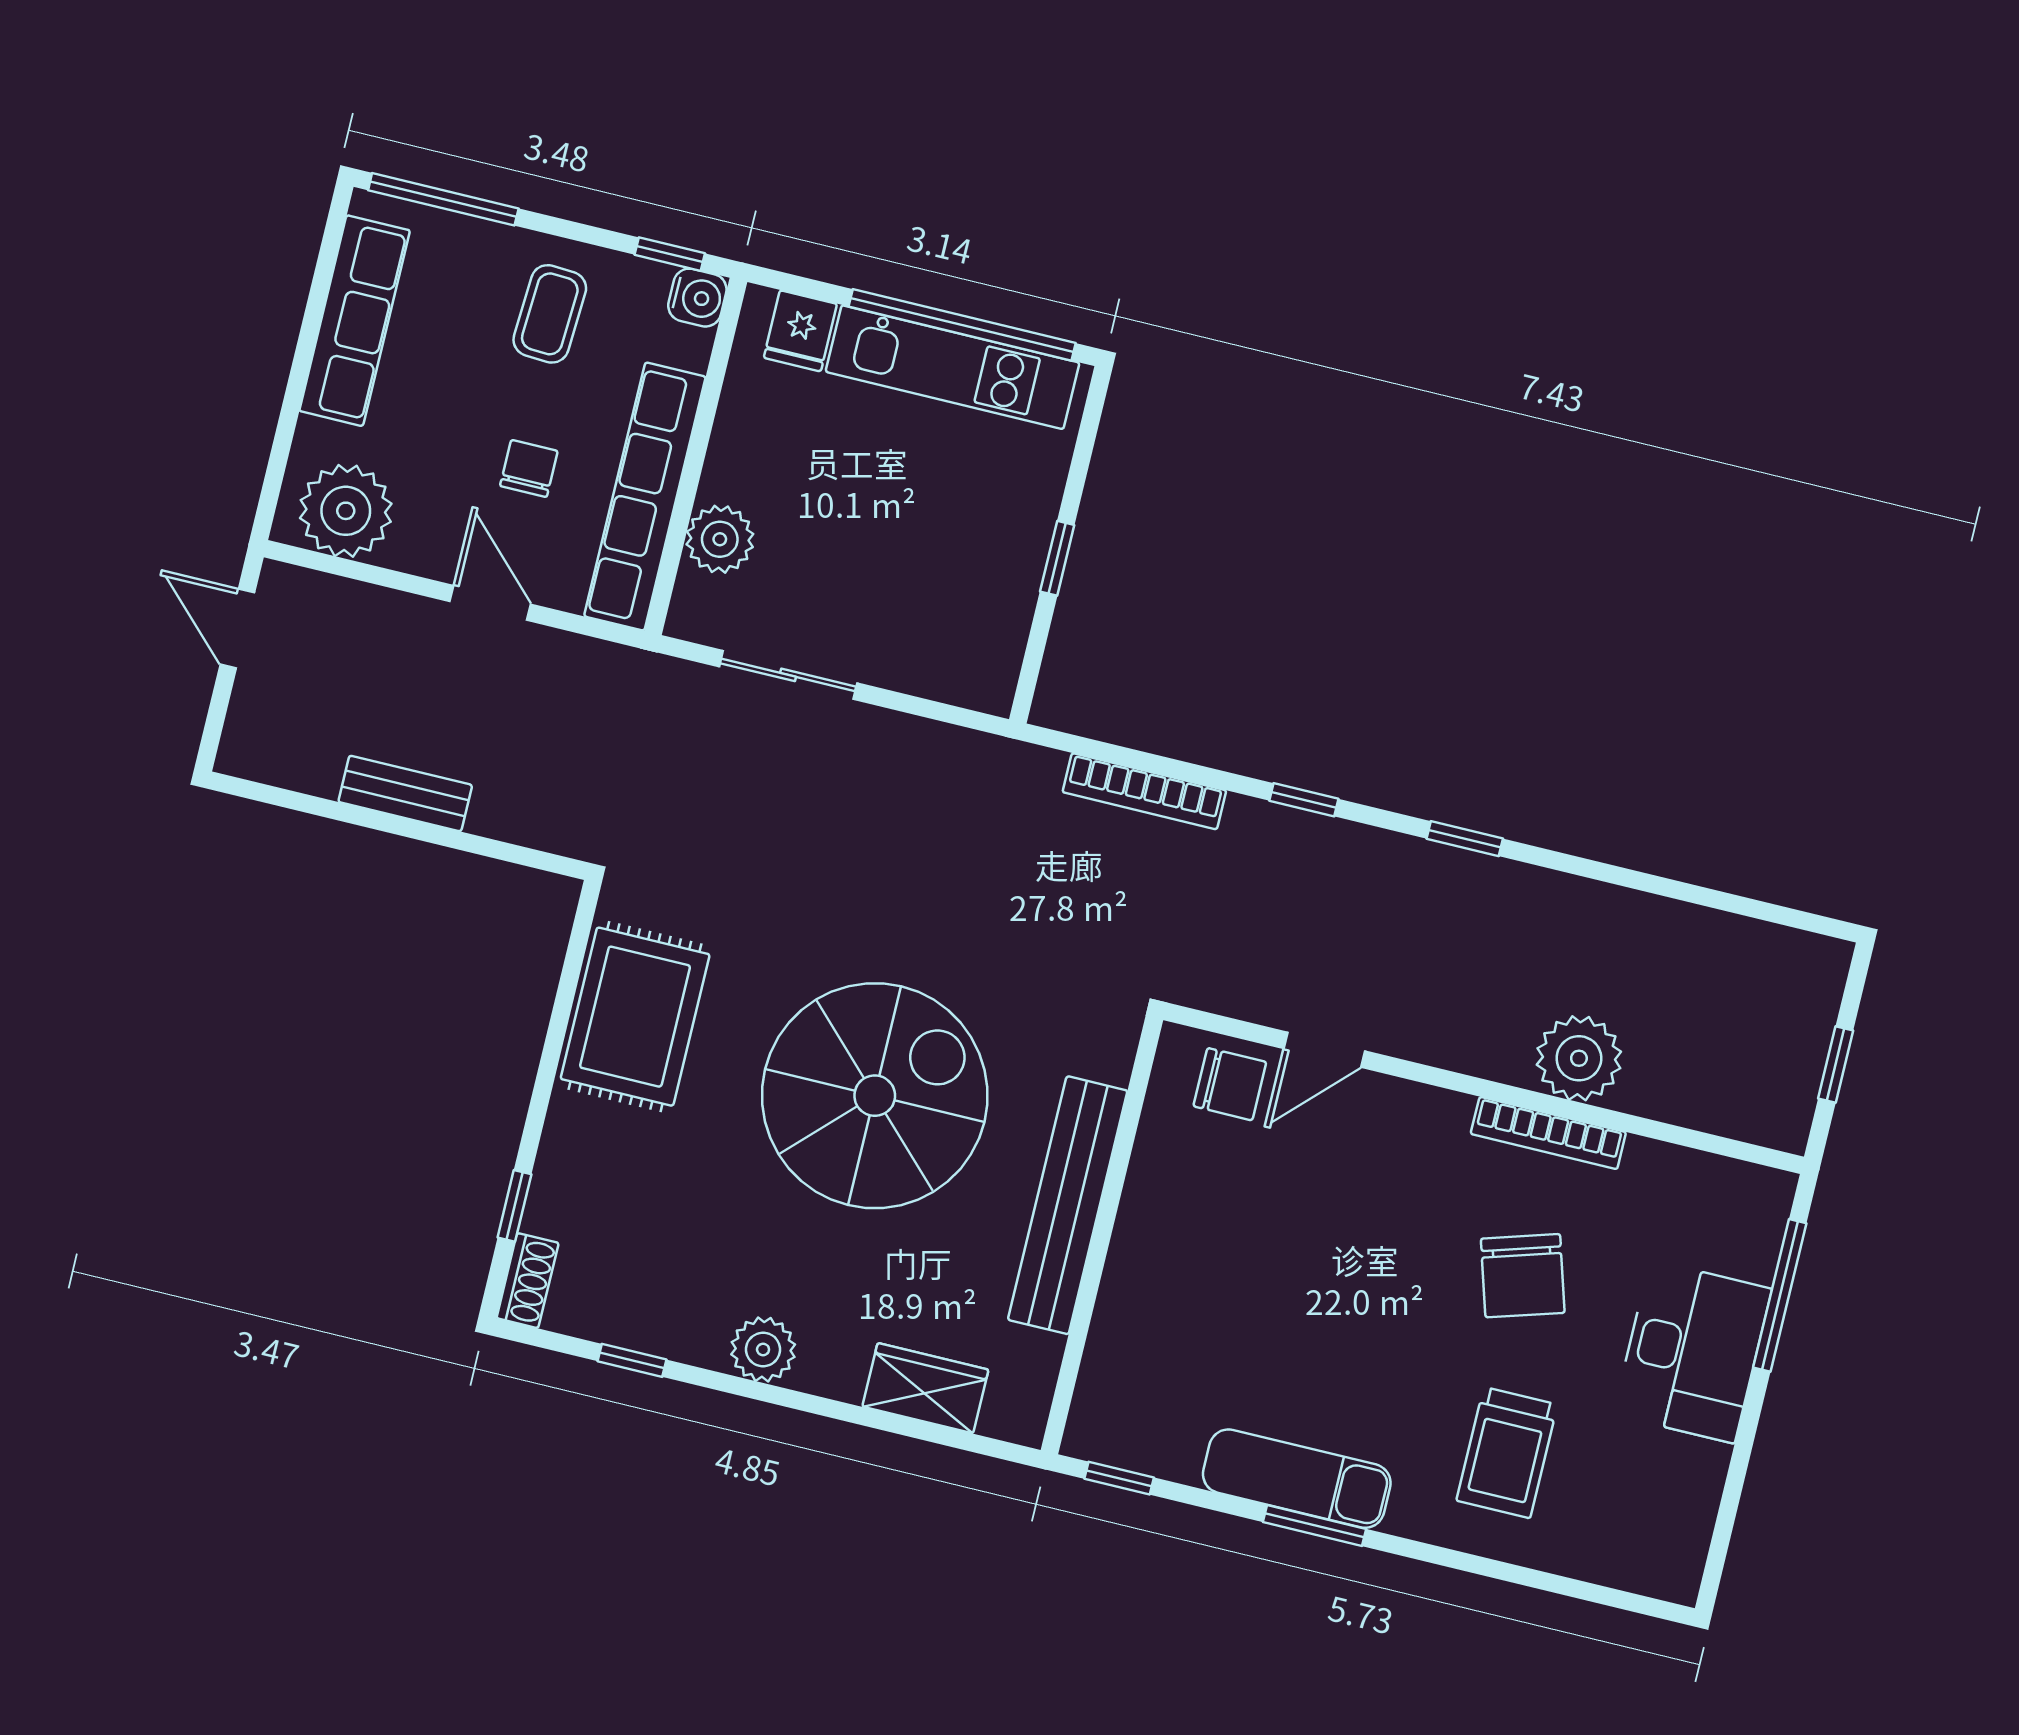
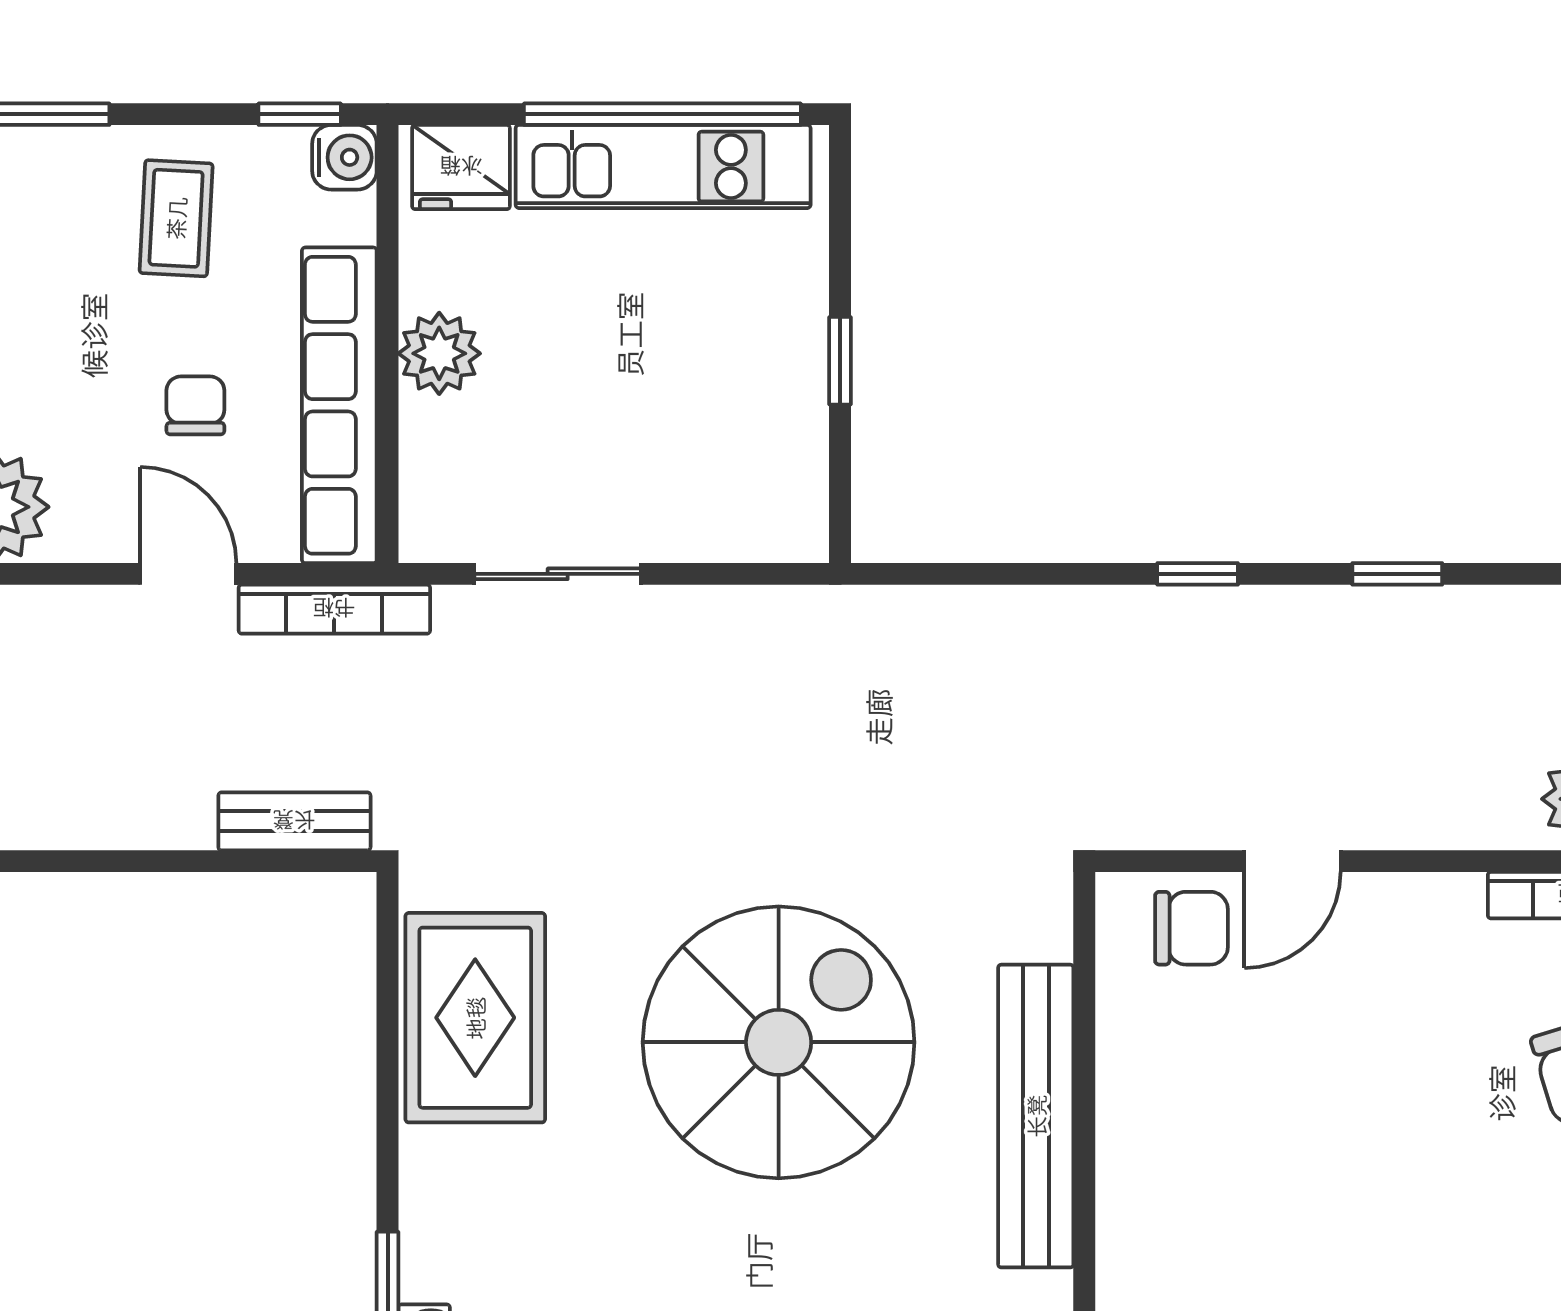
fridge: (800, 331) -> (461, 167), width x1.38
plant: (720, 539) -> (439, 353), moved
bookcase: (1144, 791) -> (334, 609), moved
bench: (405, 793) -> (294, 821), moved

